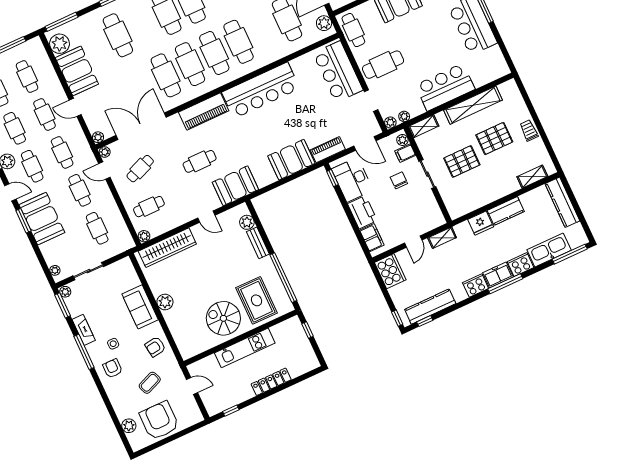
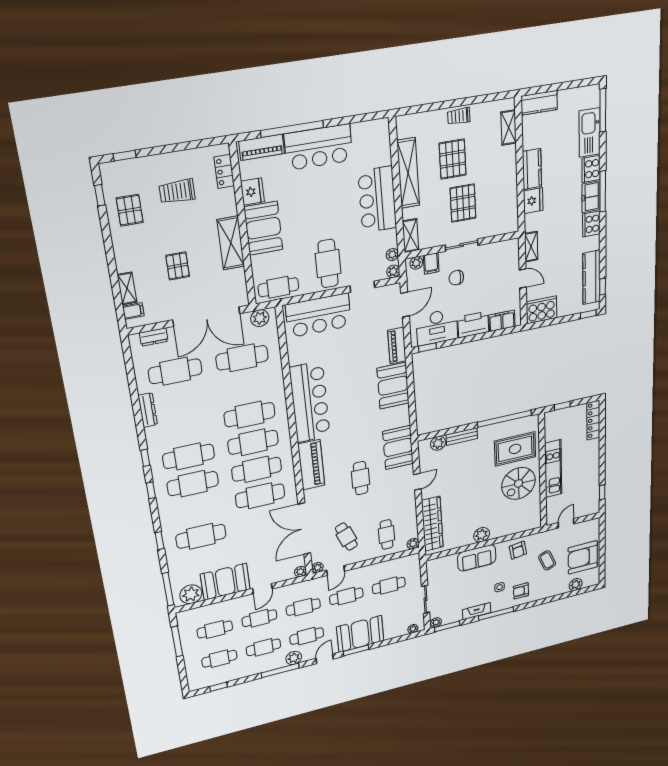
kitchen counter: (562, 202) -> (539, 103), width x0.67
locker: (271, 382) -> (593, 420), moved

